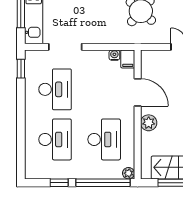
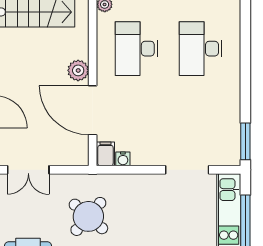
window: (21, 69) -> (245, 141), width x1.50
desk: (55, 89) -> (201, 114), removed
door: (138, 92) -> (93, 110), width x1.36

